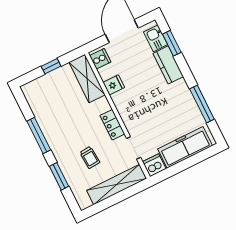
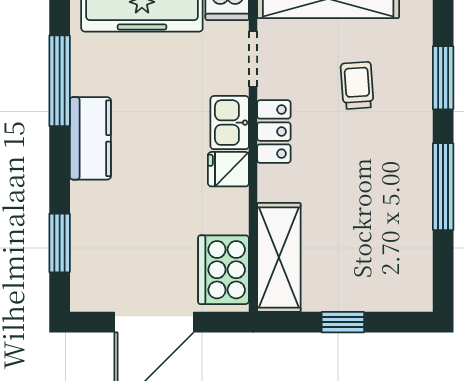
kitchen sink: (156, 38) -> (230, 123), moved, turned 180
cooker: (100, 59) -> (224, 270), width x1.87, depth x1.31
kitchen counter: (168, 65) -> (90, 138), moved
fridge: (114, 85) -> (228, 169), moved

